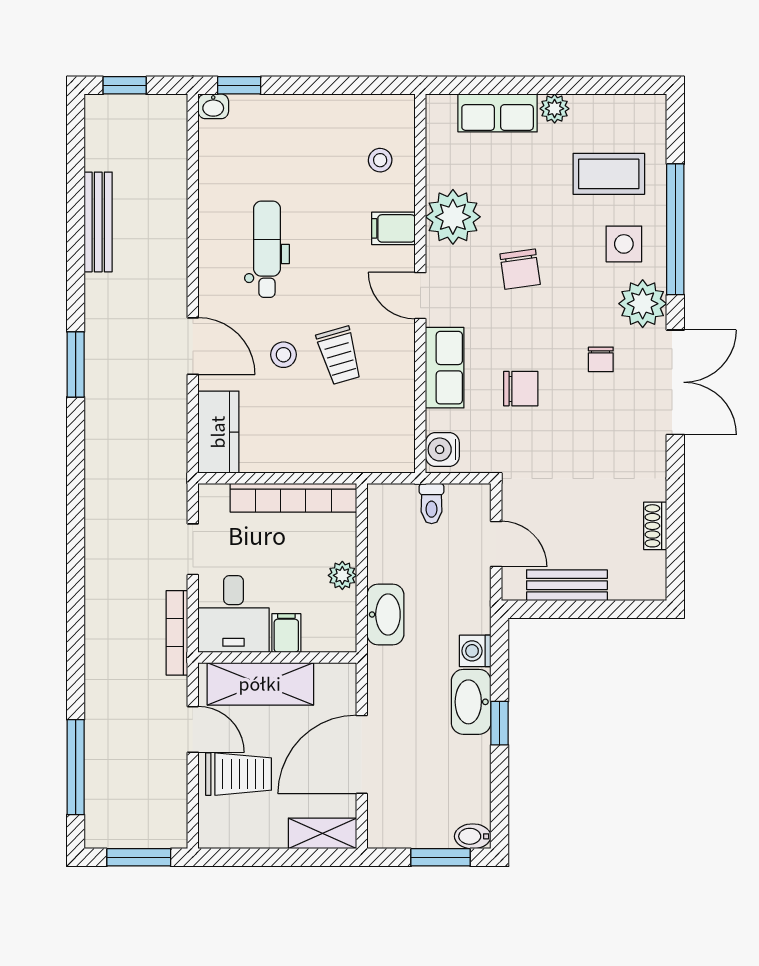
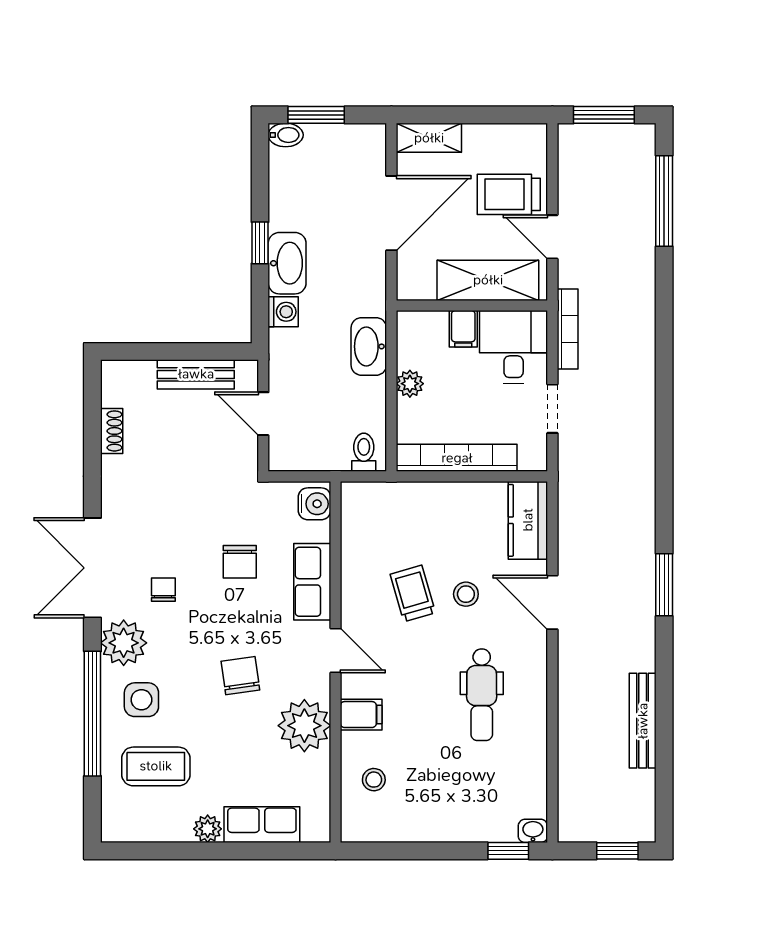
chair: (521, 389) -> (240, 562), turned -90
toilet: (432, 504) -> (364, 452), moved

